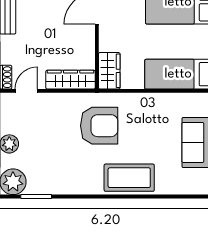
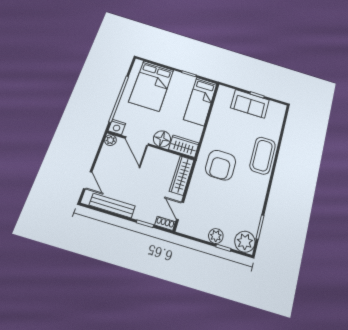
floor lamp: (110, 40) -> (162, 139), added
armchair: (99, 126) -> (221, 165), turned 180

